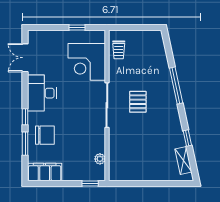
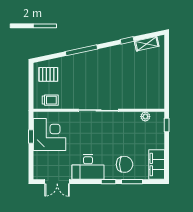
corner desk: (87, 62) -> (49, 134), moved, turned -90
pallet: (138, 102) -> (48, 74), moved
chair: (45, 135) -> (125, 164), turned 90

